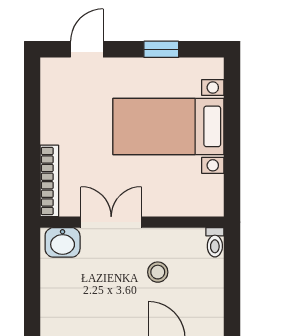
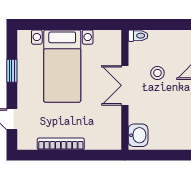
bookcase: (49, 181) -> (61, 144), moved
double door: (111, 222) -> (125, 85), moved

